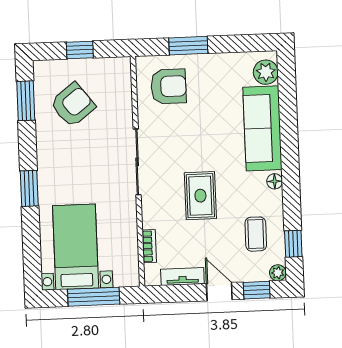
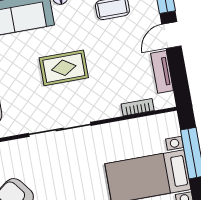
rug: (200, 196) -> (64, 68), moved

